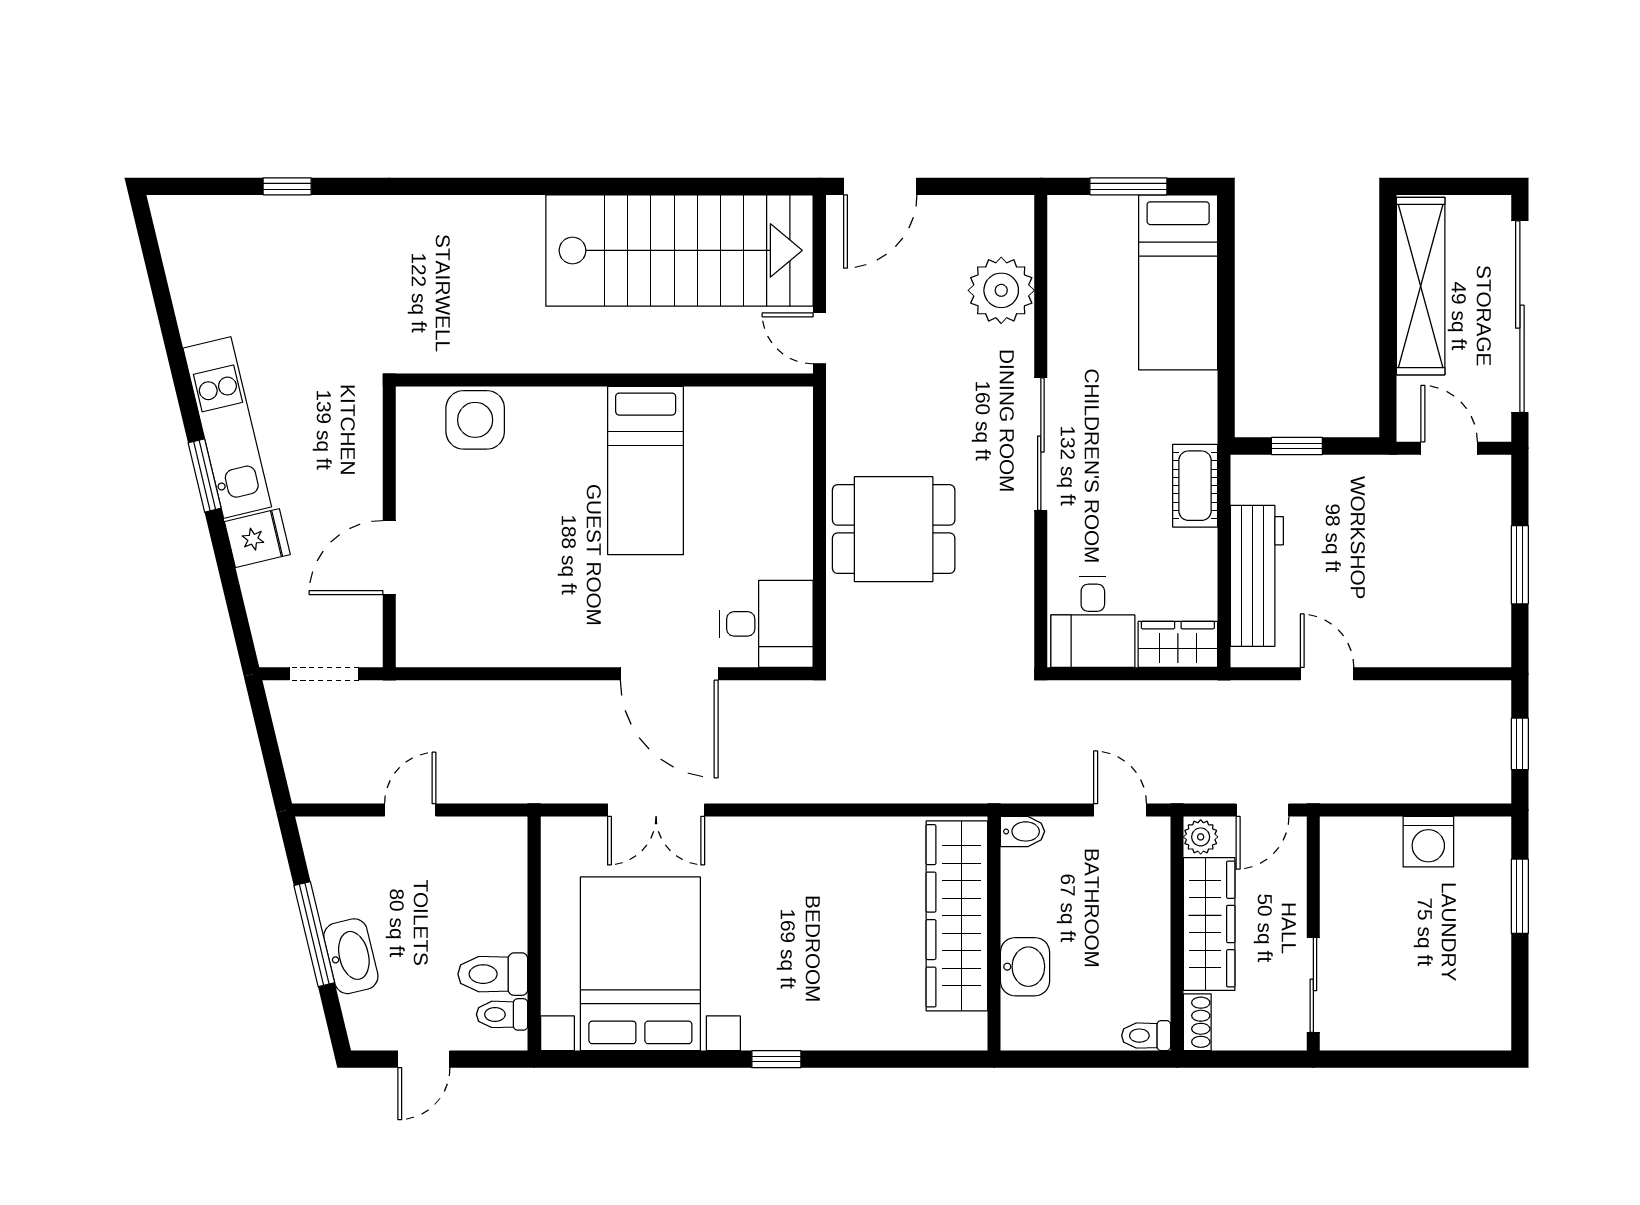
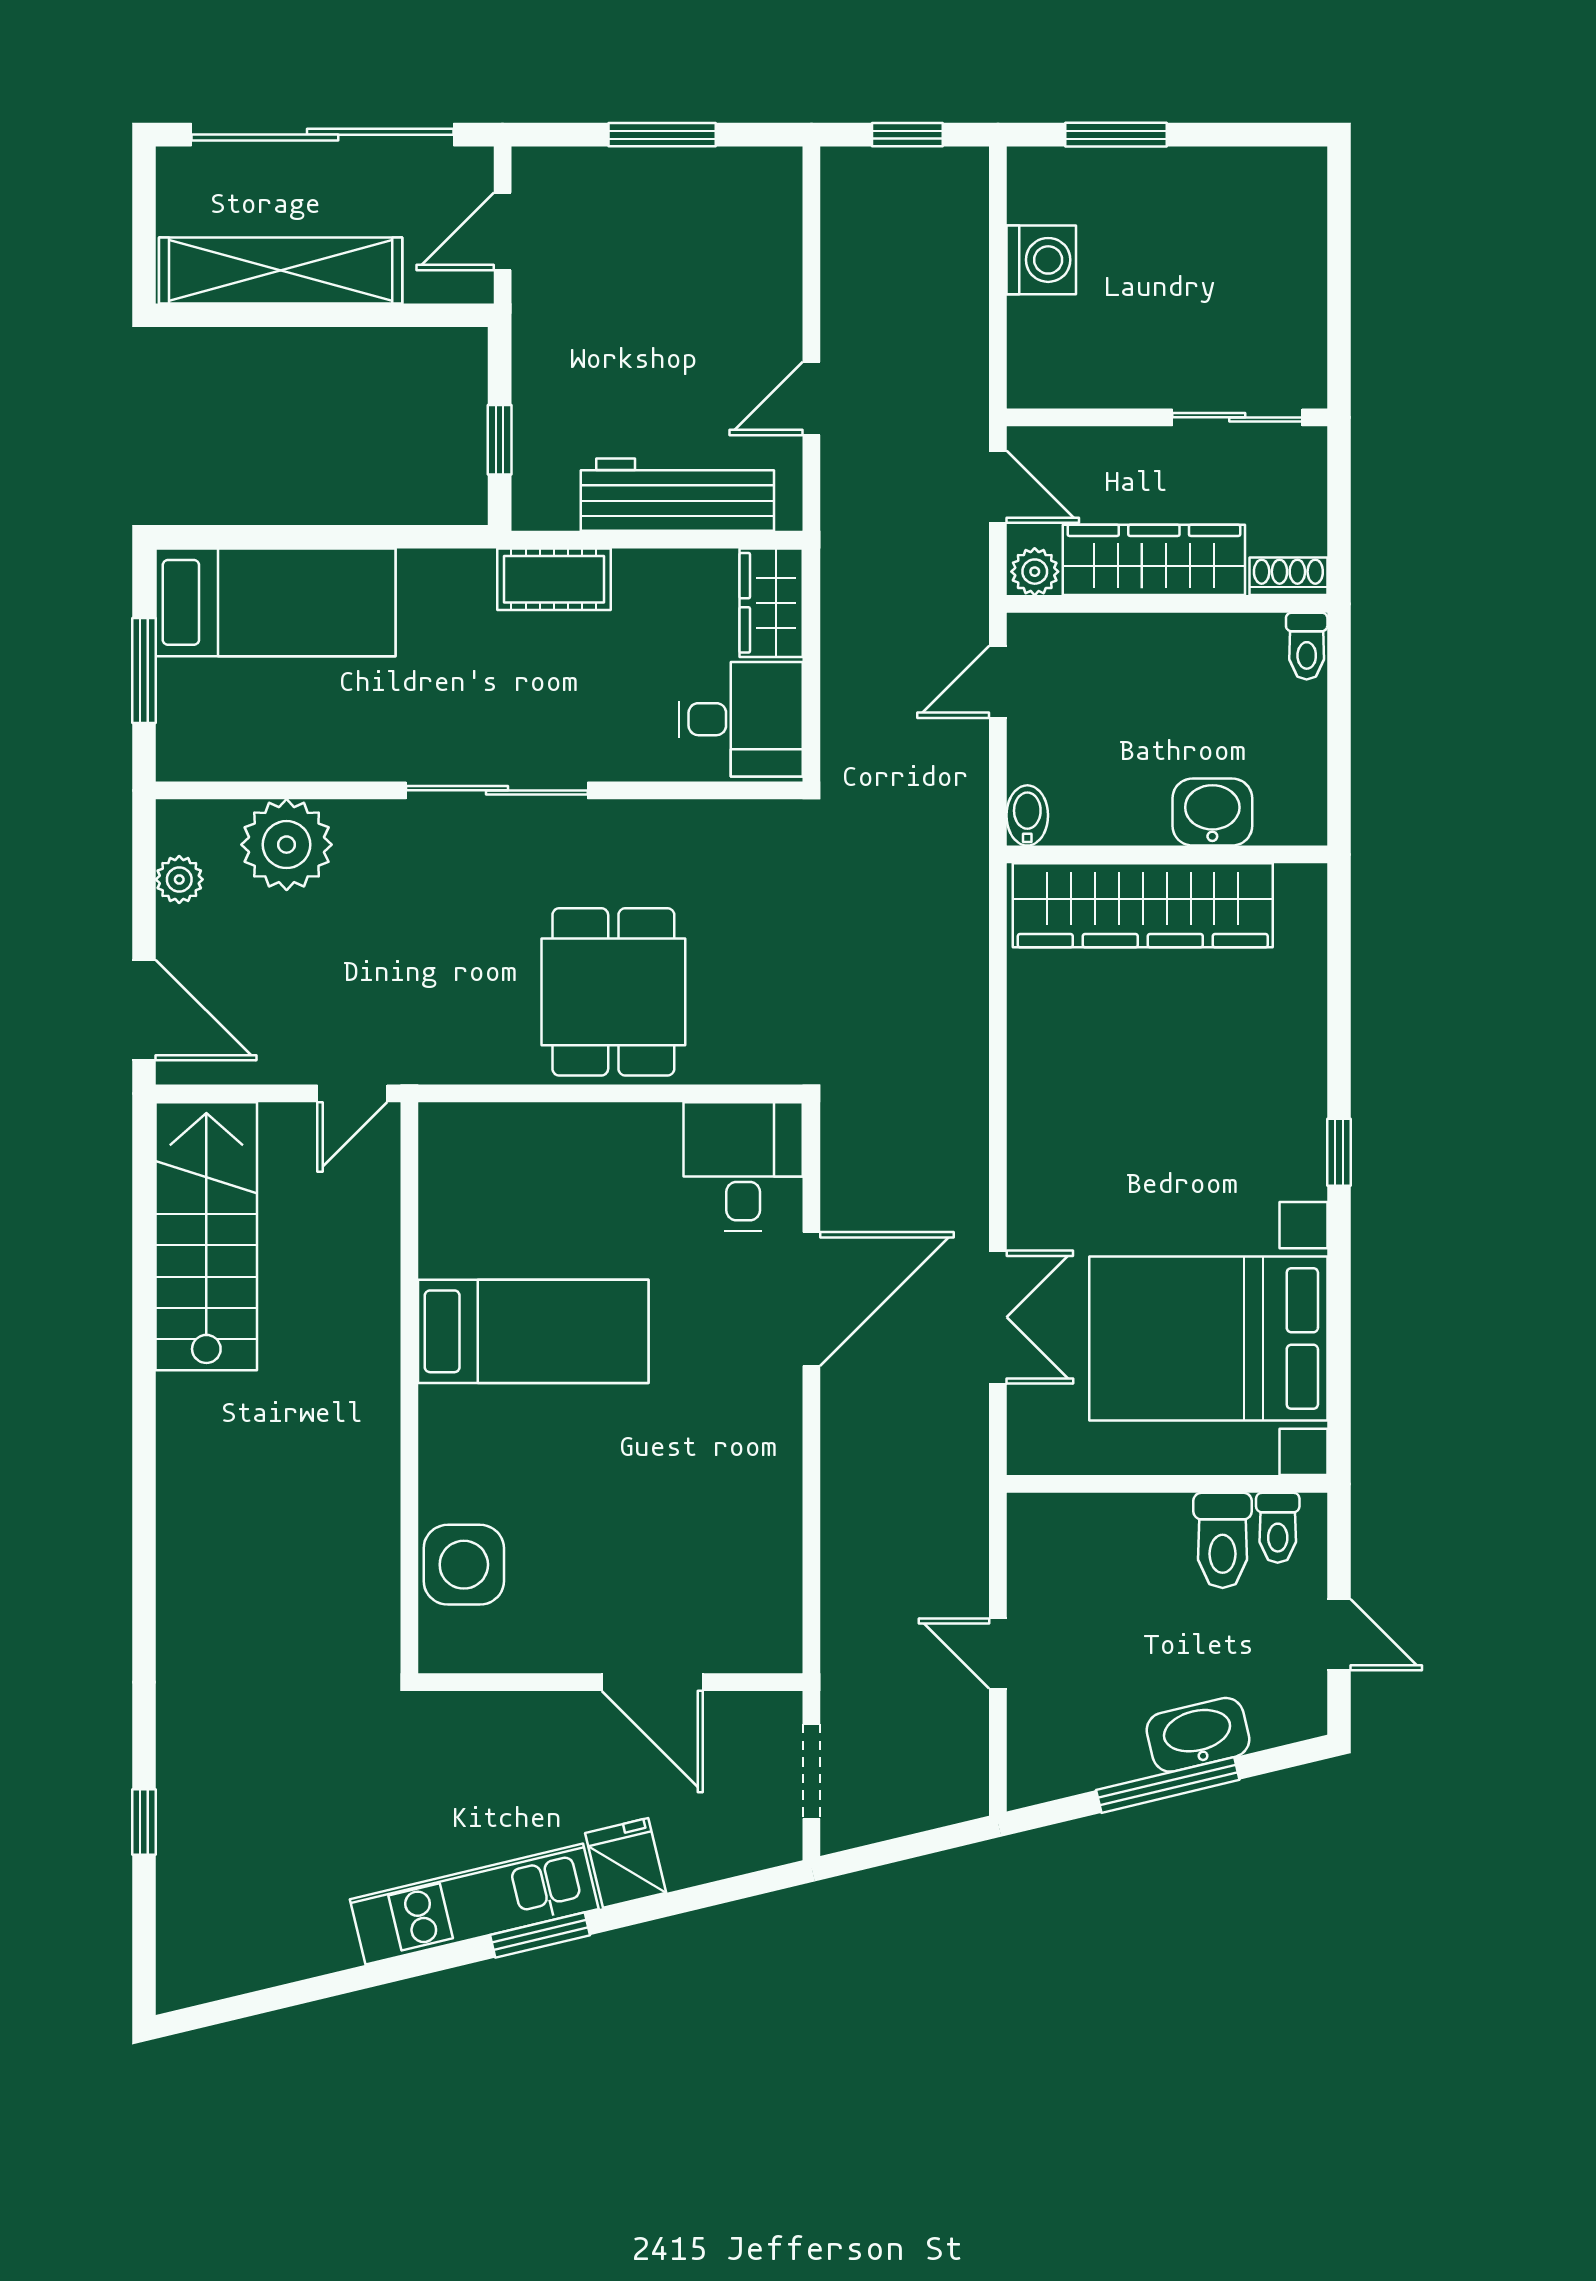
plant: (976, 212) -> (179, 879), added
stairs: (679, 250) -> (206, 1236), width x0.73, depth x0.66

